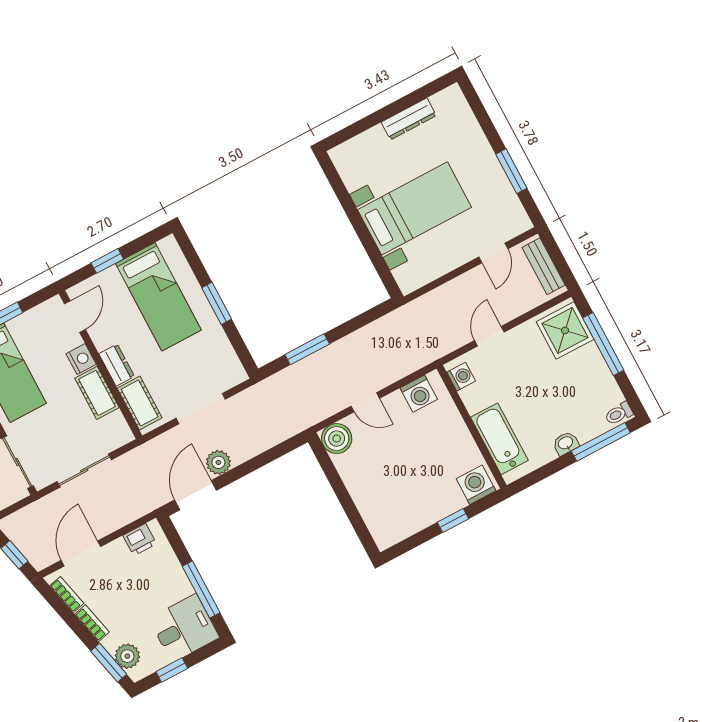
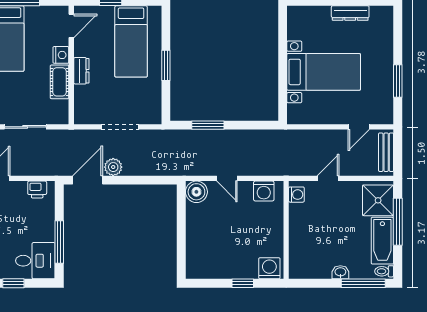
cot: (140, 403) -> (83, 103), removed
bathtub: (499, 439) -> (382, 241), moved, turned 180

